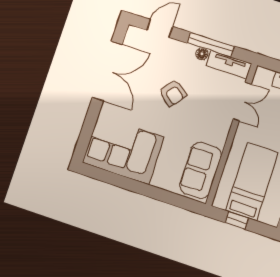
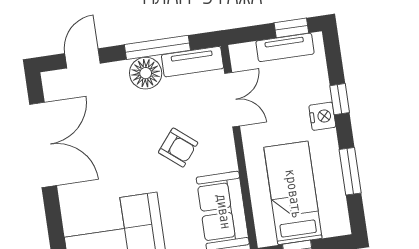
floor lamp: (202, 54) -> (146, 73), width x1.89, depth x1.89
armchair: (173, 93) -> (178, 148), moved

